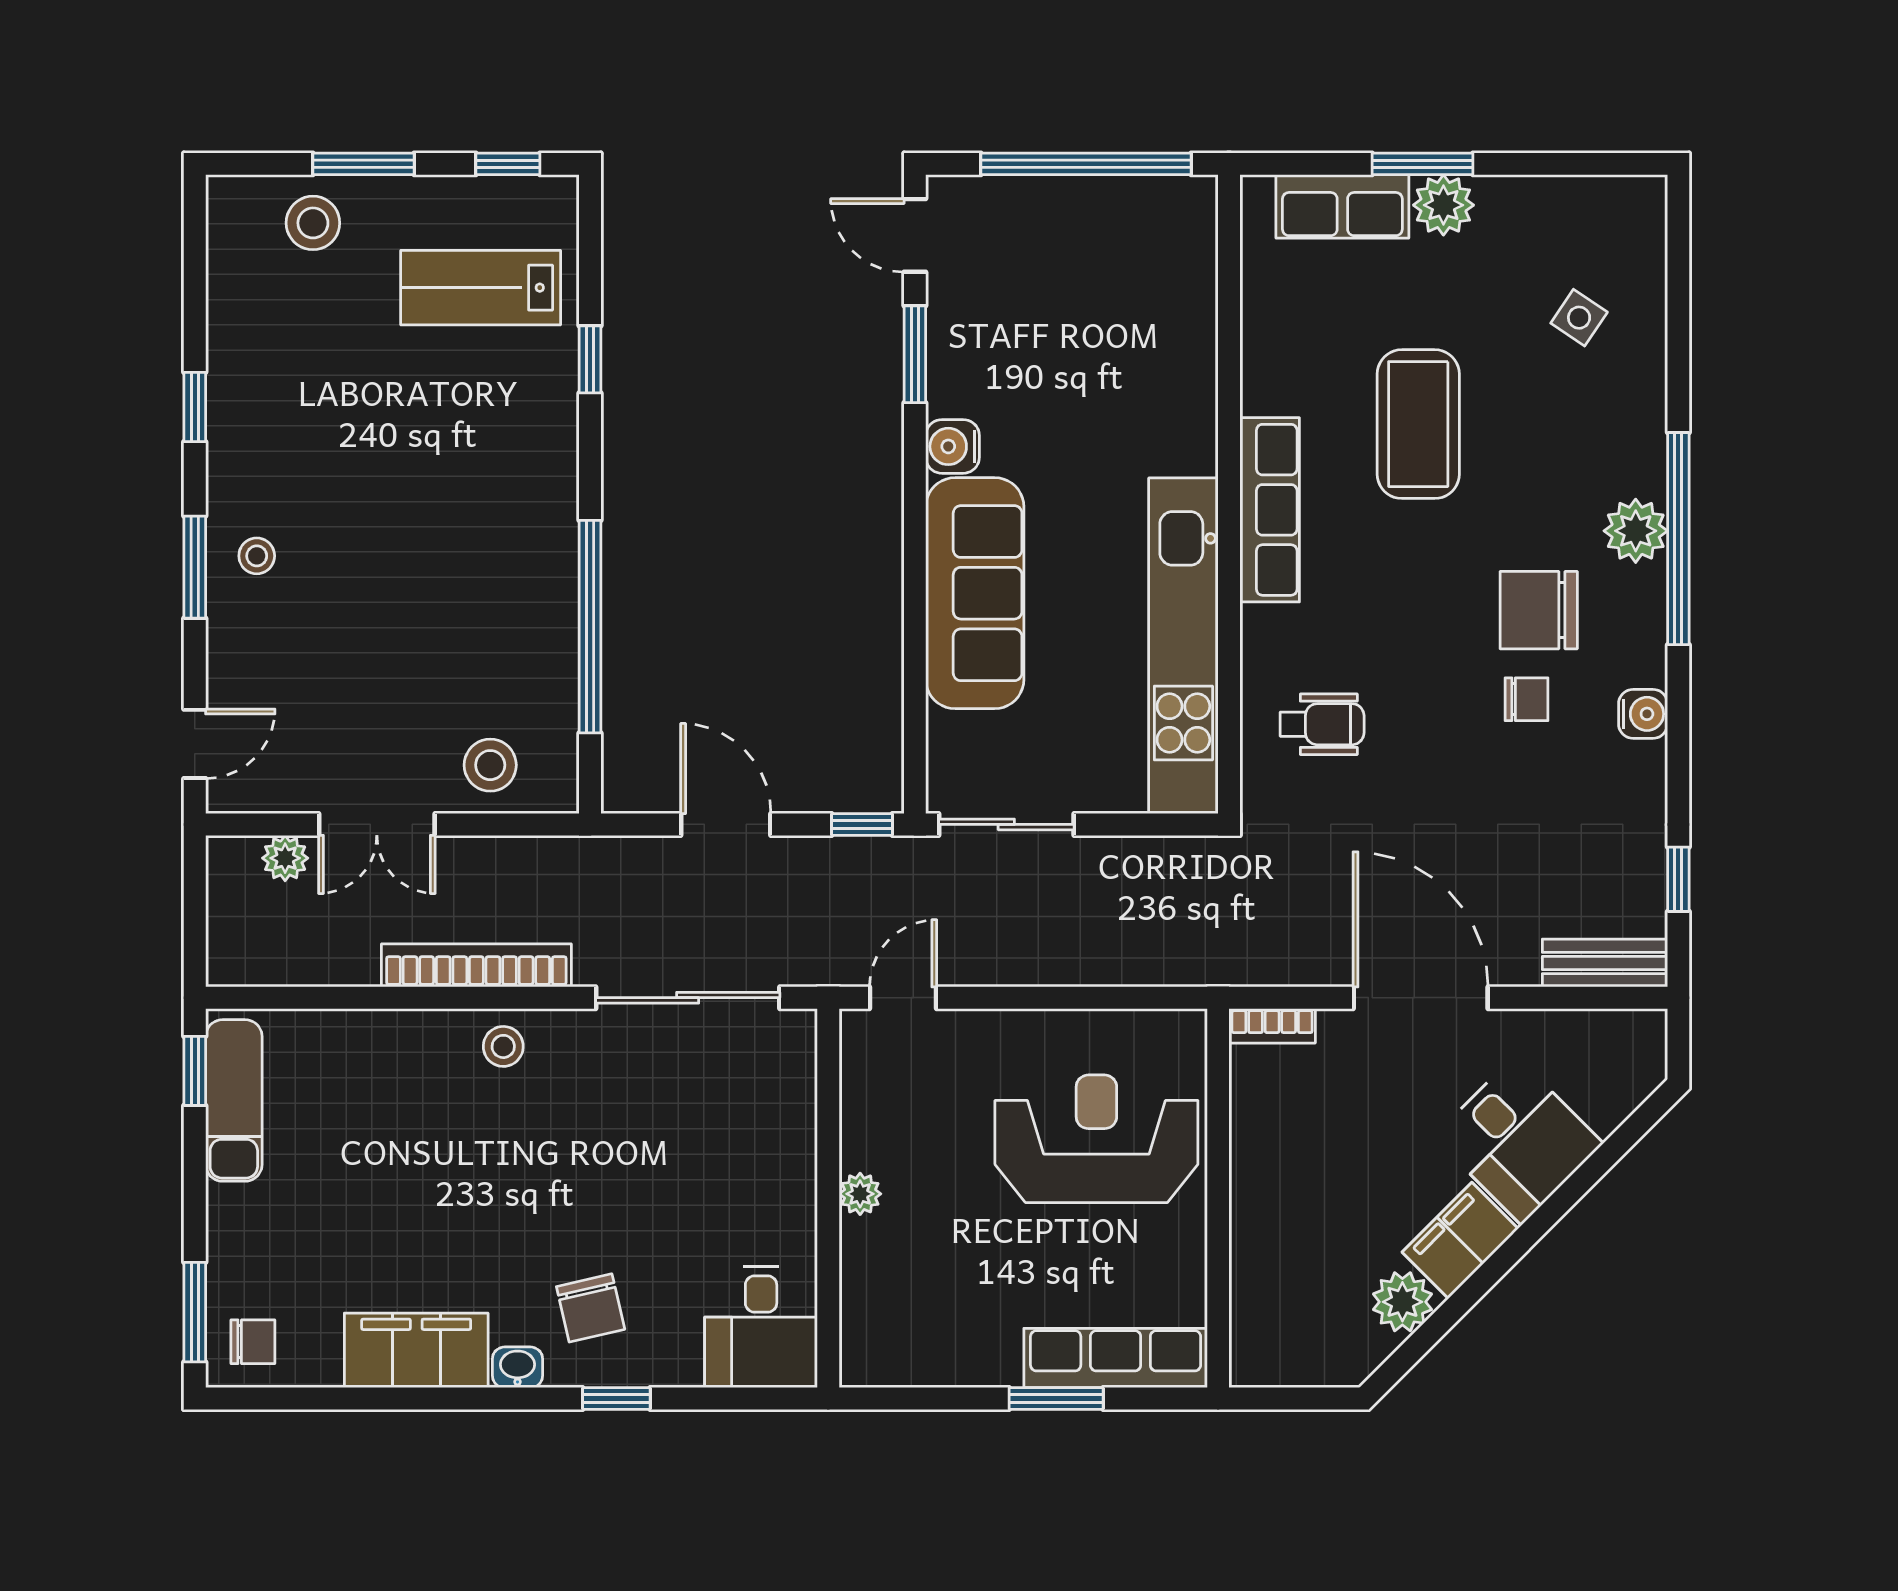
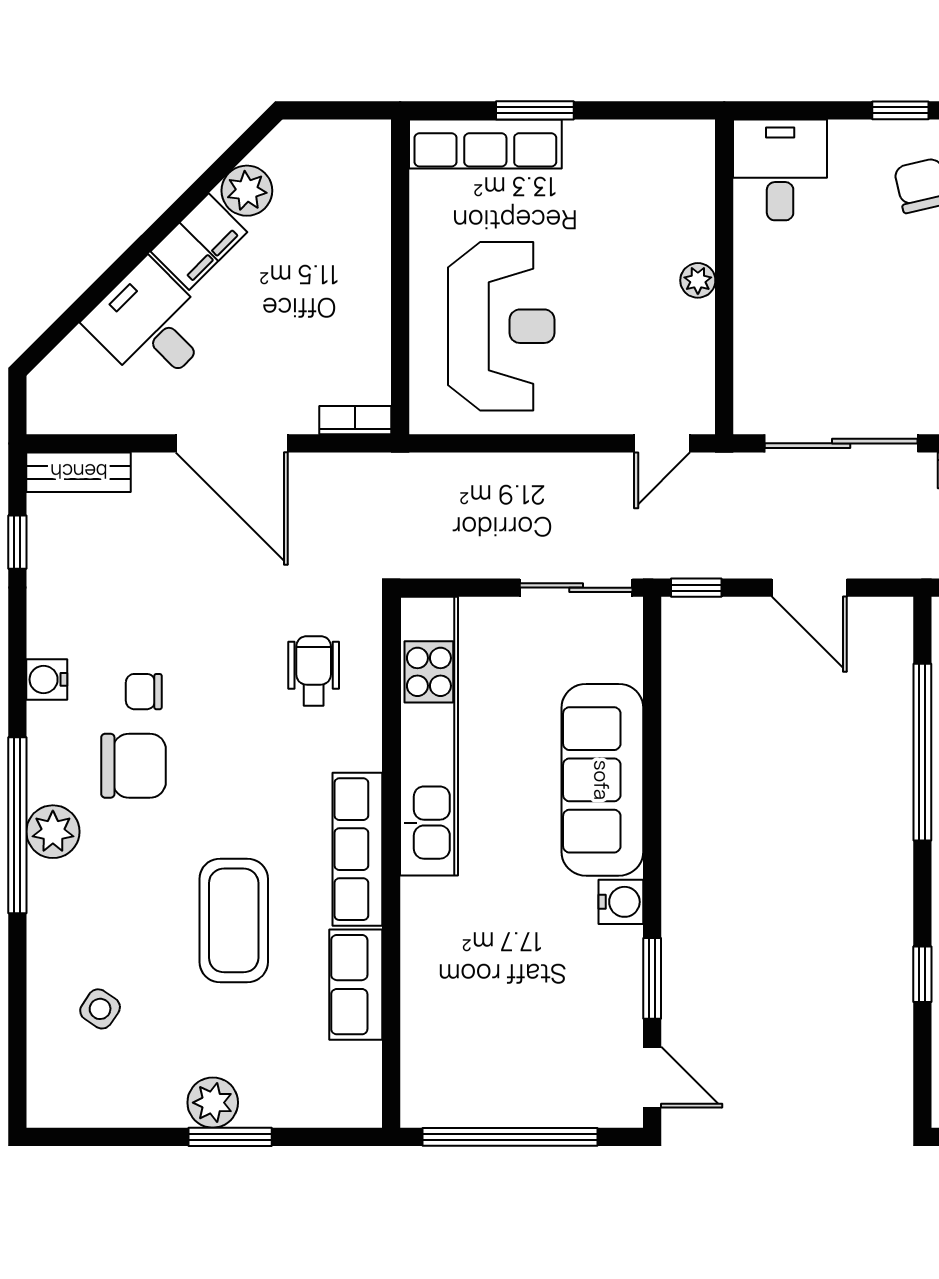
row of seats: (1342, 206) -> (356, 985), moved, turned -90
wheelchair: (1322, 724) -> (314, 671), turned 90
reception desk: (1096, 1139) -> (501, 326), turned -90

